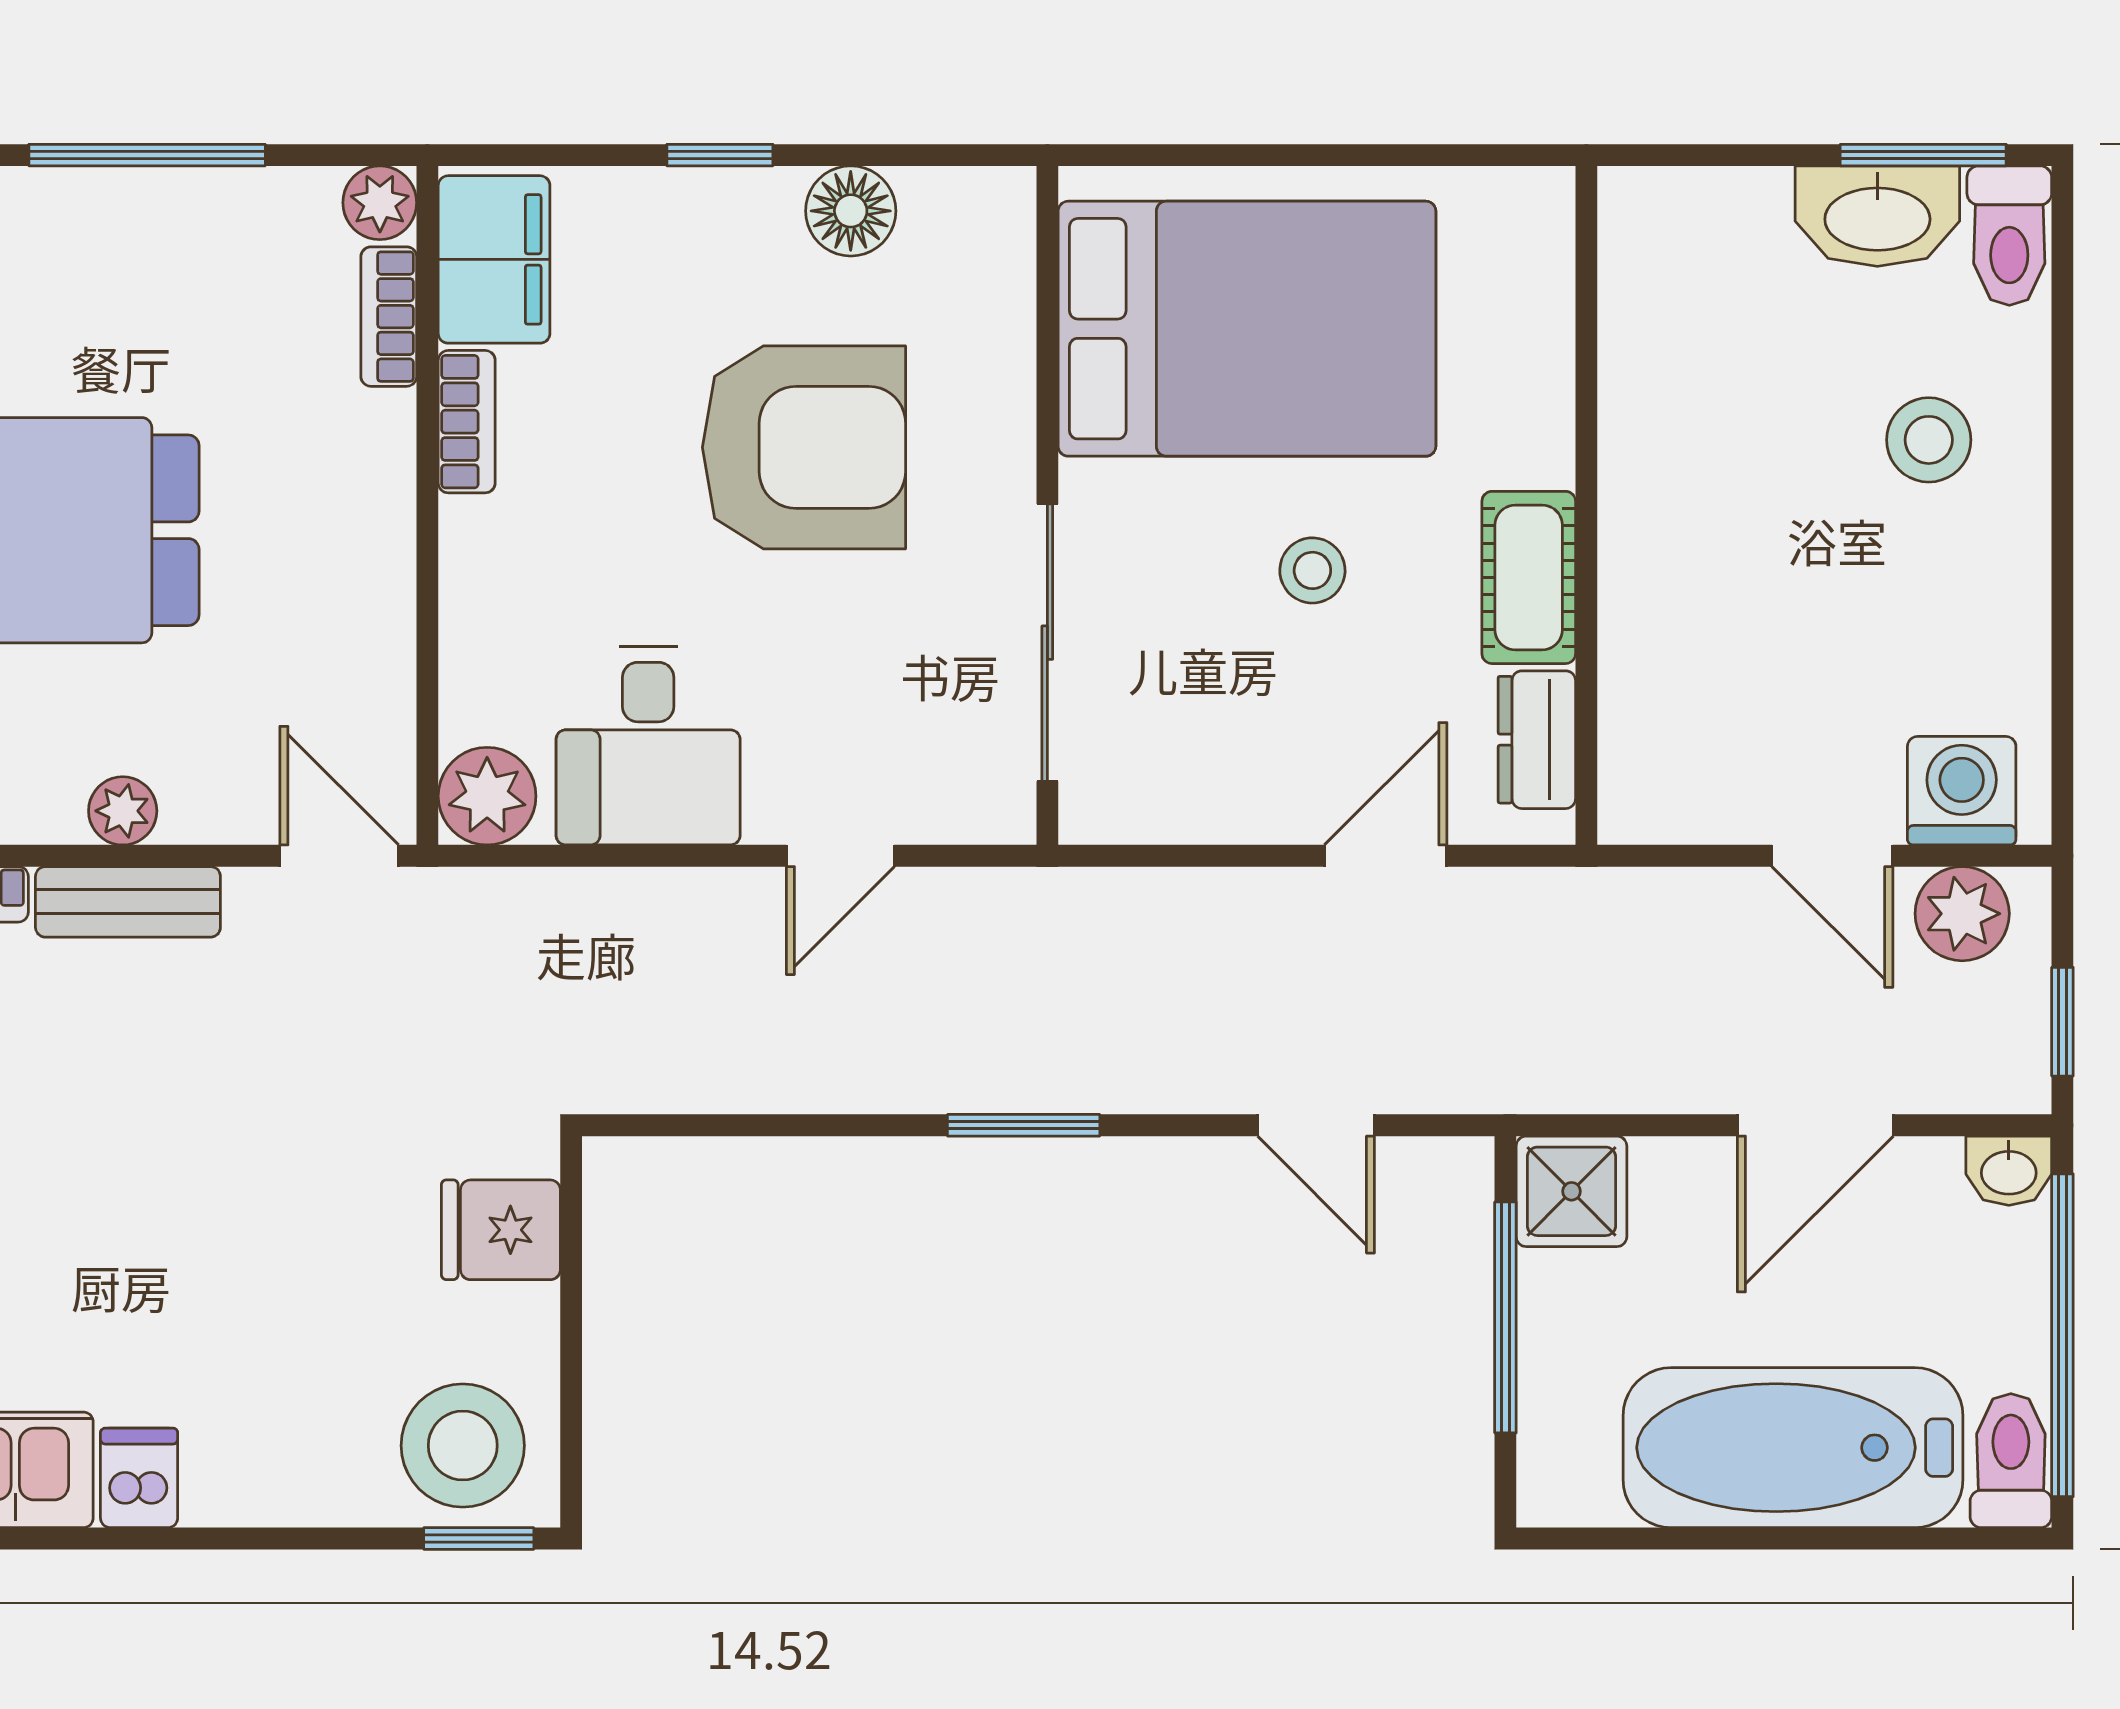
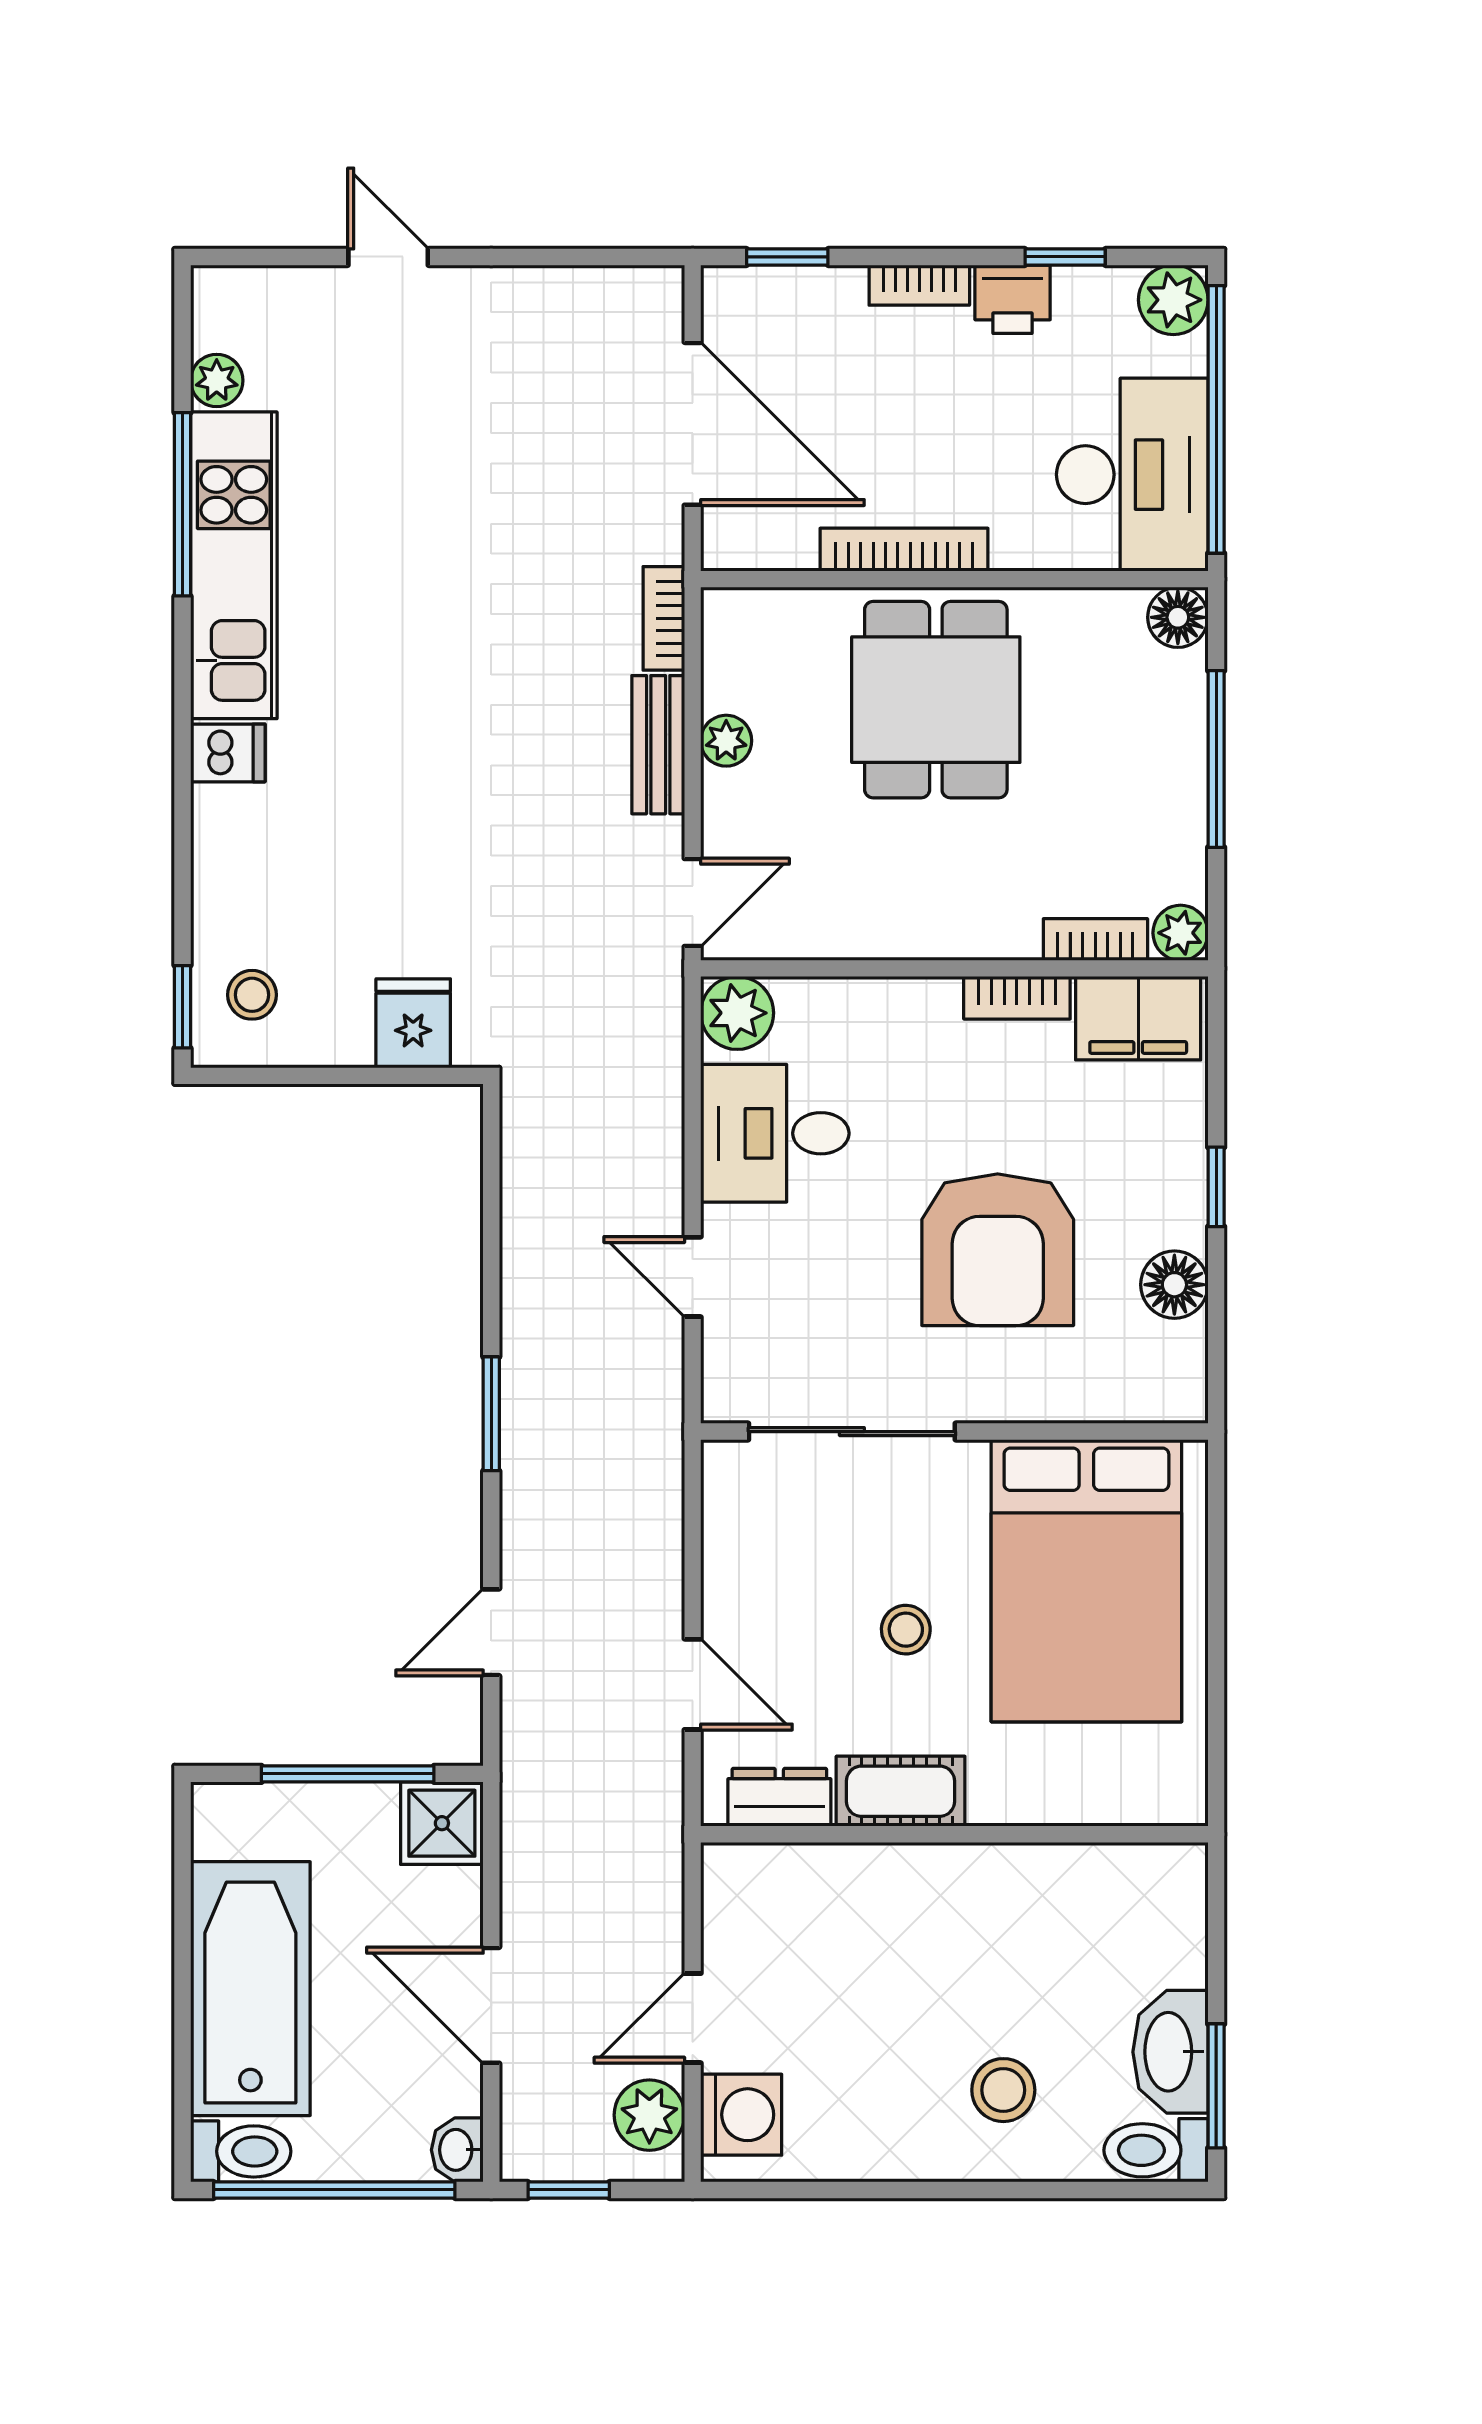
stool: (463, 1446) -> (252, 995), width x0.53, depth x0.53

